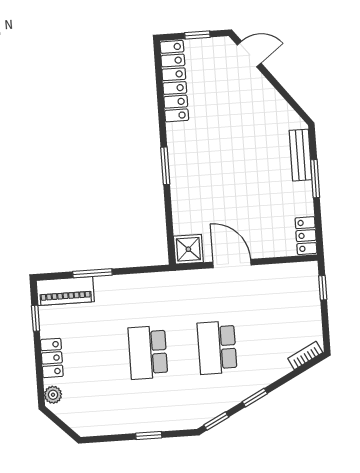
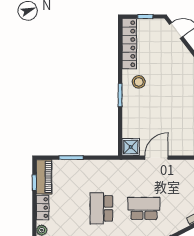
stool: (194, 142) -> (139, 82), added
door: (232, 263) -> (157, 158), hinge flipped
piano: (65, 291) -> (44, 177), moved, turned -90
school desk: (217, 348) -> (144, 208), turned 90

